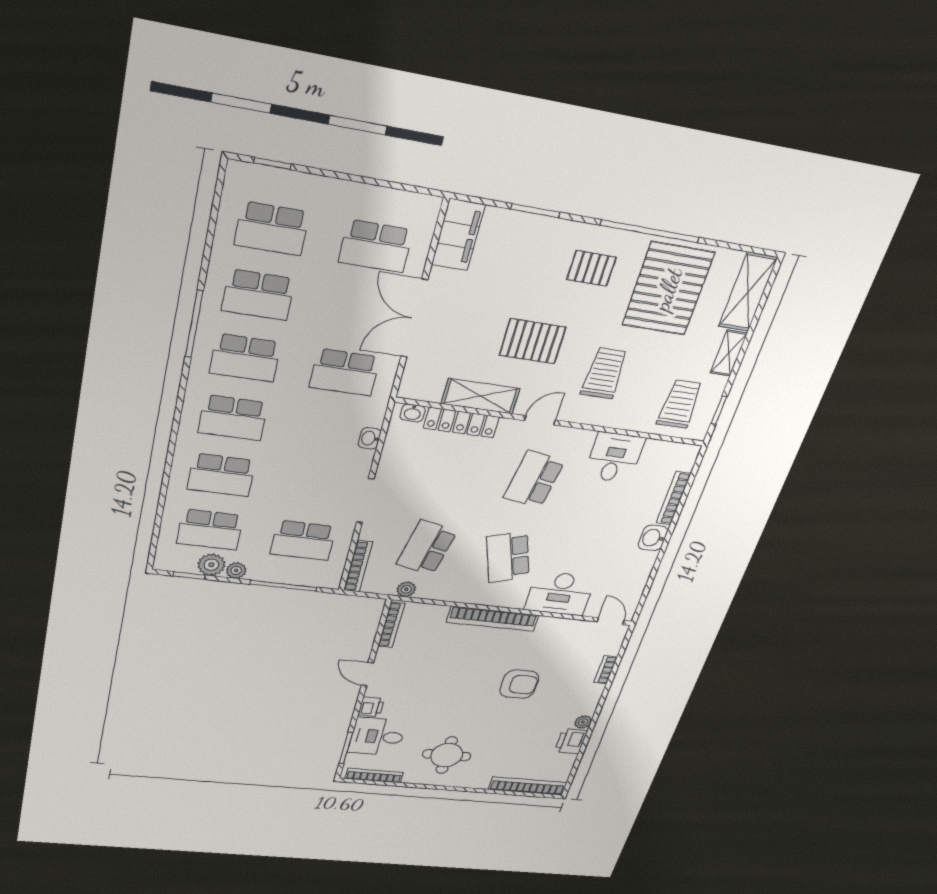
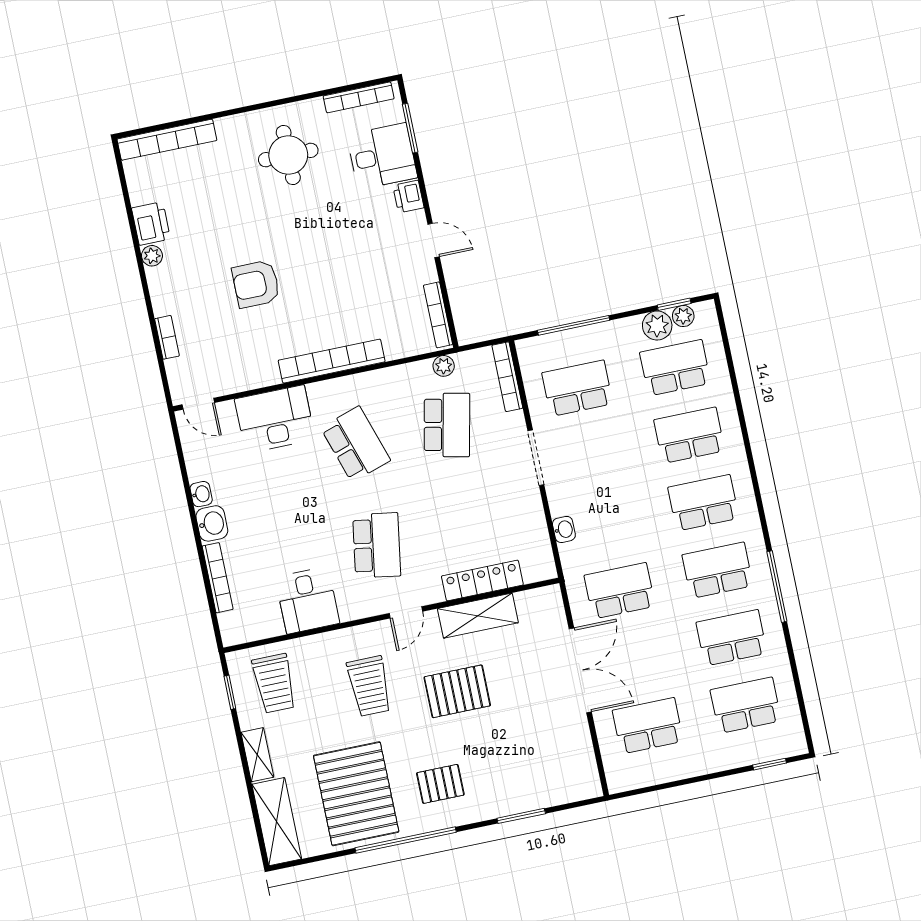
filing cabinet: (458, 235) -> (579, 766), removed
washbasin: (413, 413) -> (201, 494), moved, turned 90
plant: (236, 571) -> (683, 316), moved

